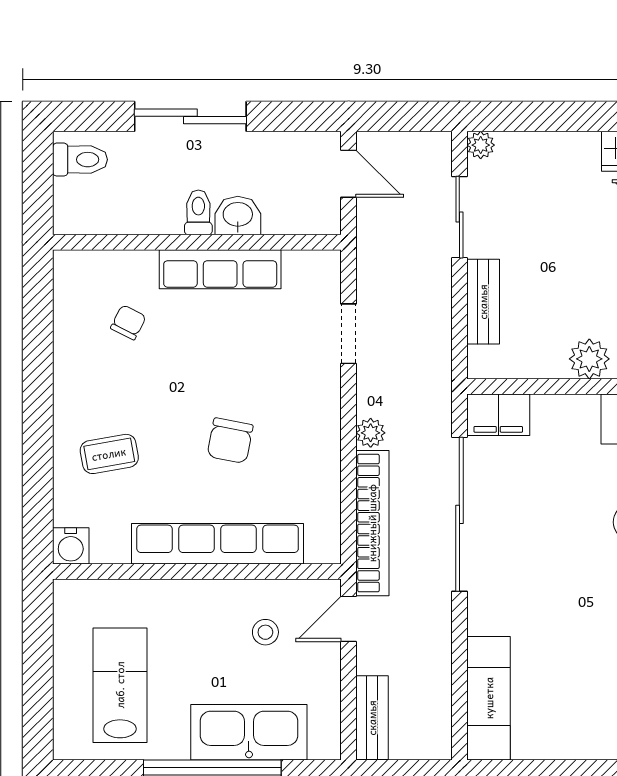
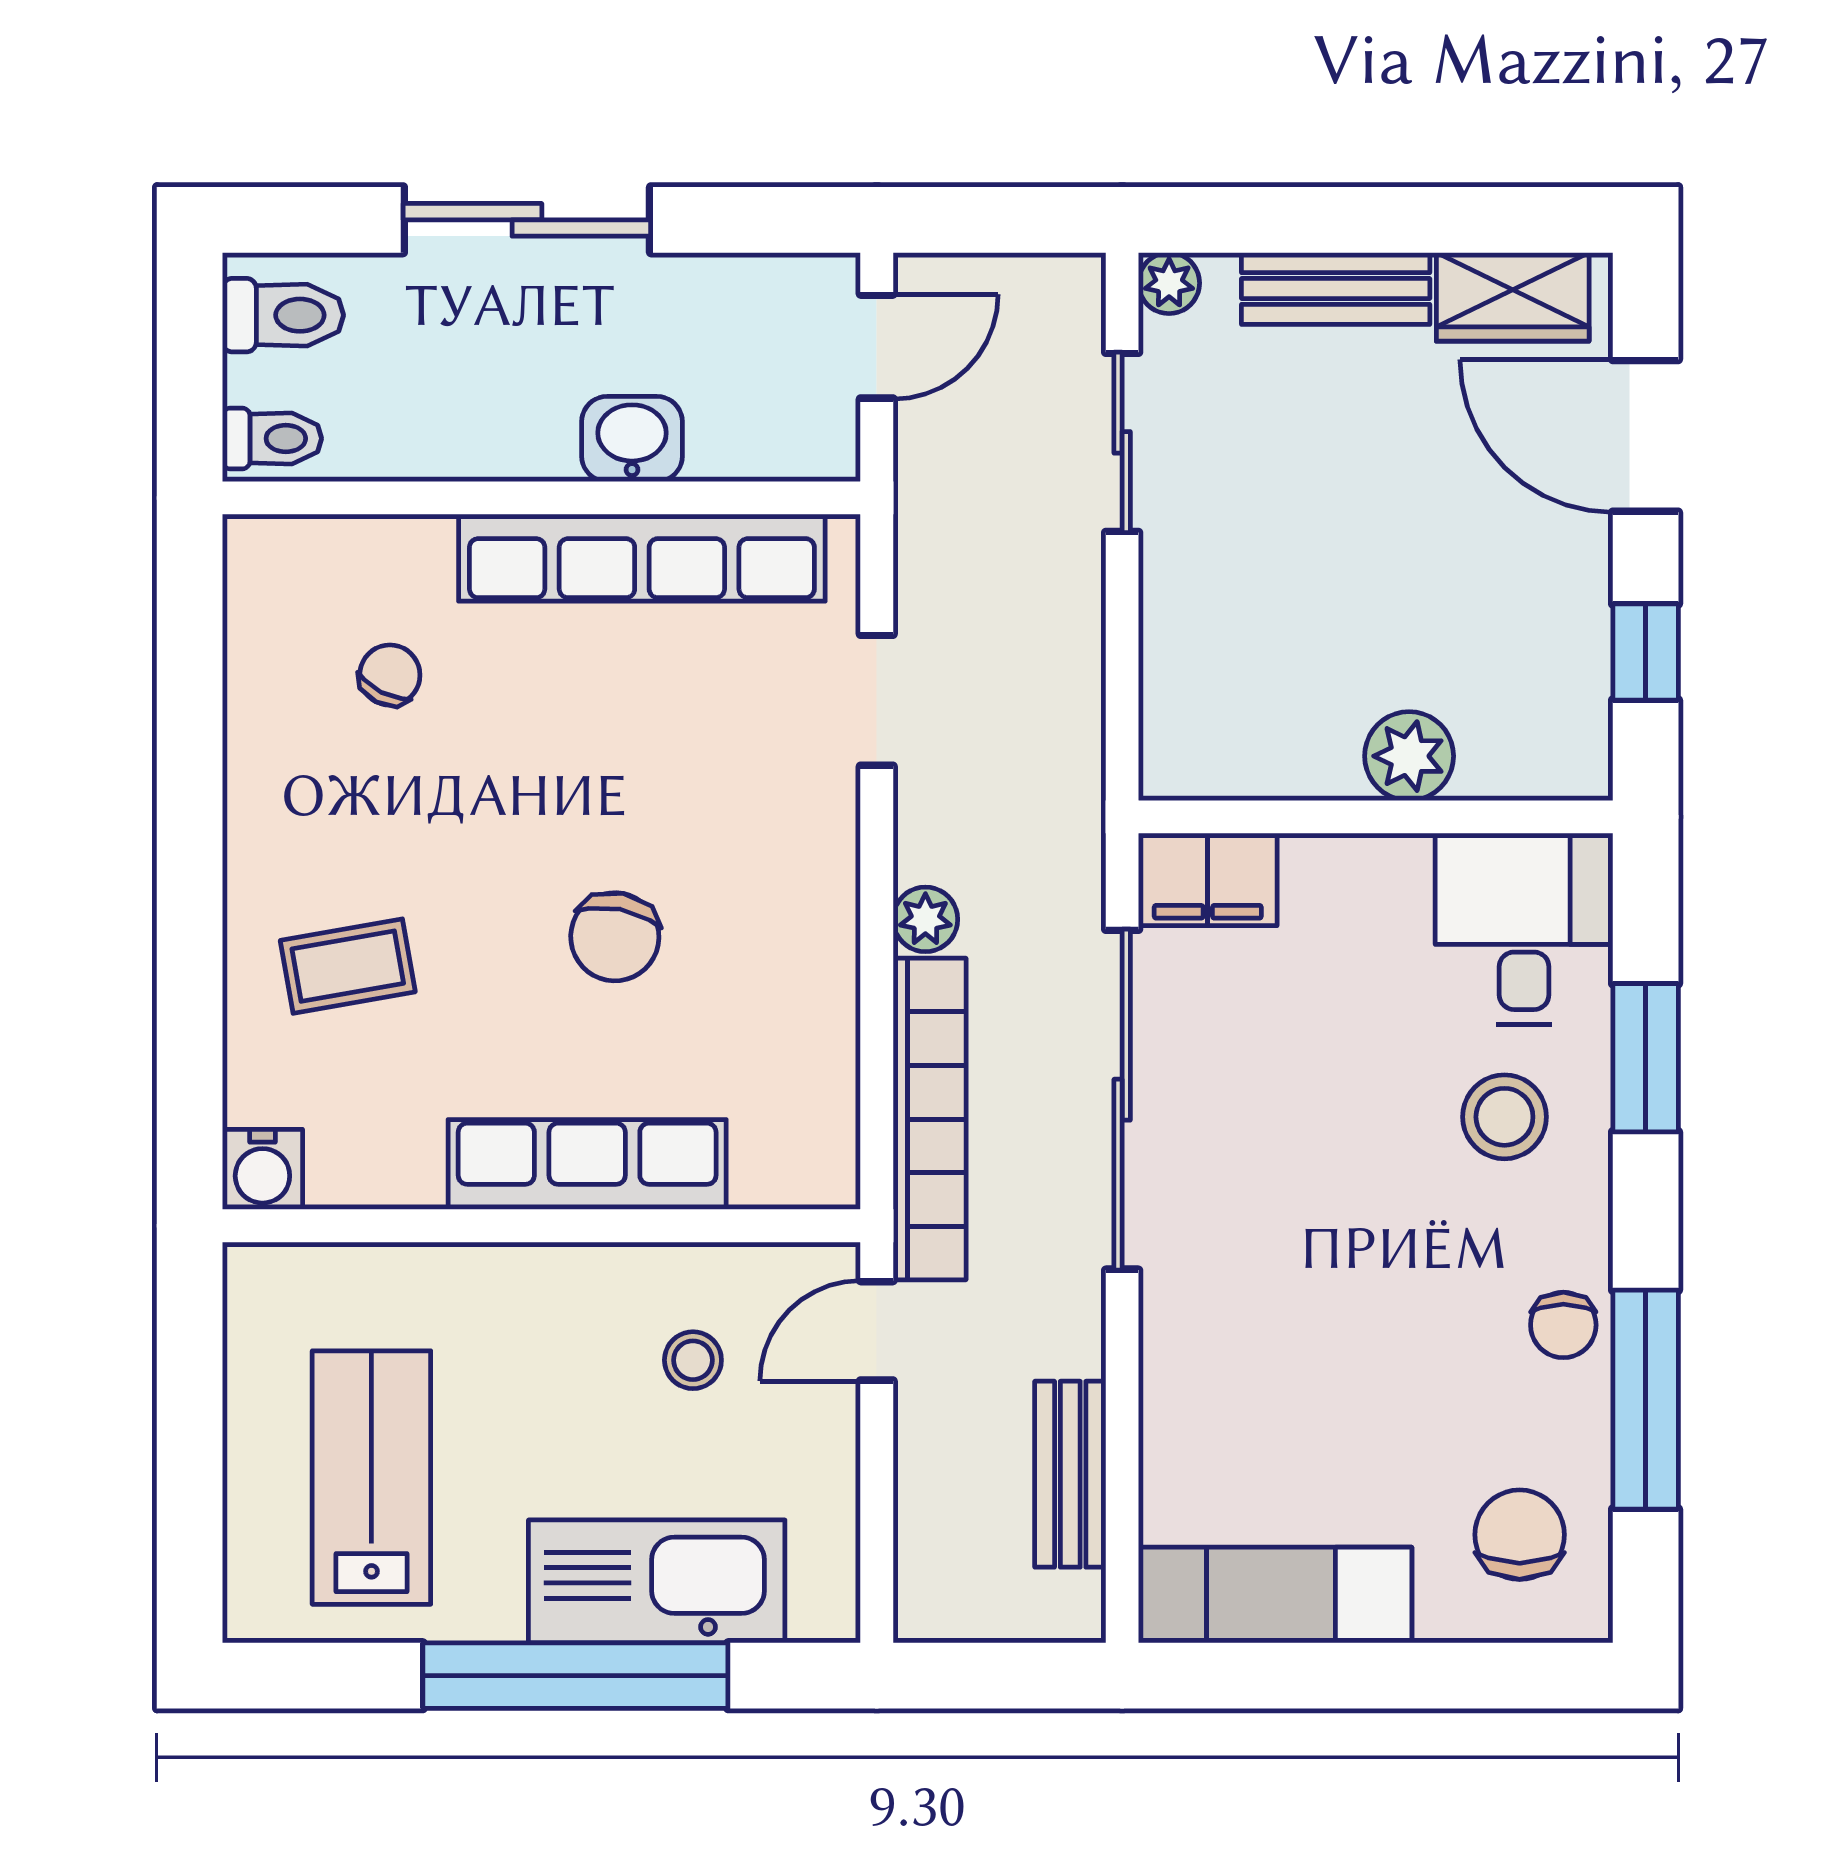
door: (349, 174) -> (877, 347), hinge flipped
toilet: (198, 212) -> (272, 438), moved, turned 90
row of seats: (220, 269) -> (642, 558), width x1.36
bench: (483, 302) -> (1336, 288), moved, turned 90
row of seats: (218, 544) -> (587, 1165), width x0.73
exam couch: (489, 698) -> (1275, 1595), moved, turned -90
bench: (372, 718) -> (1070, 1474), moved

